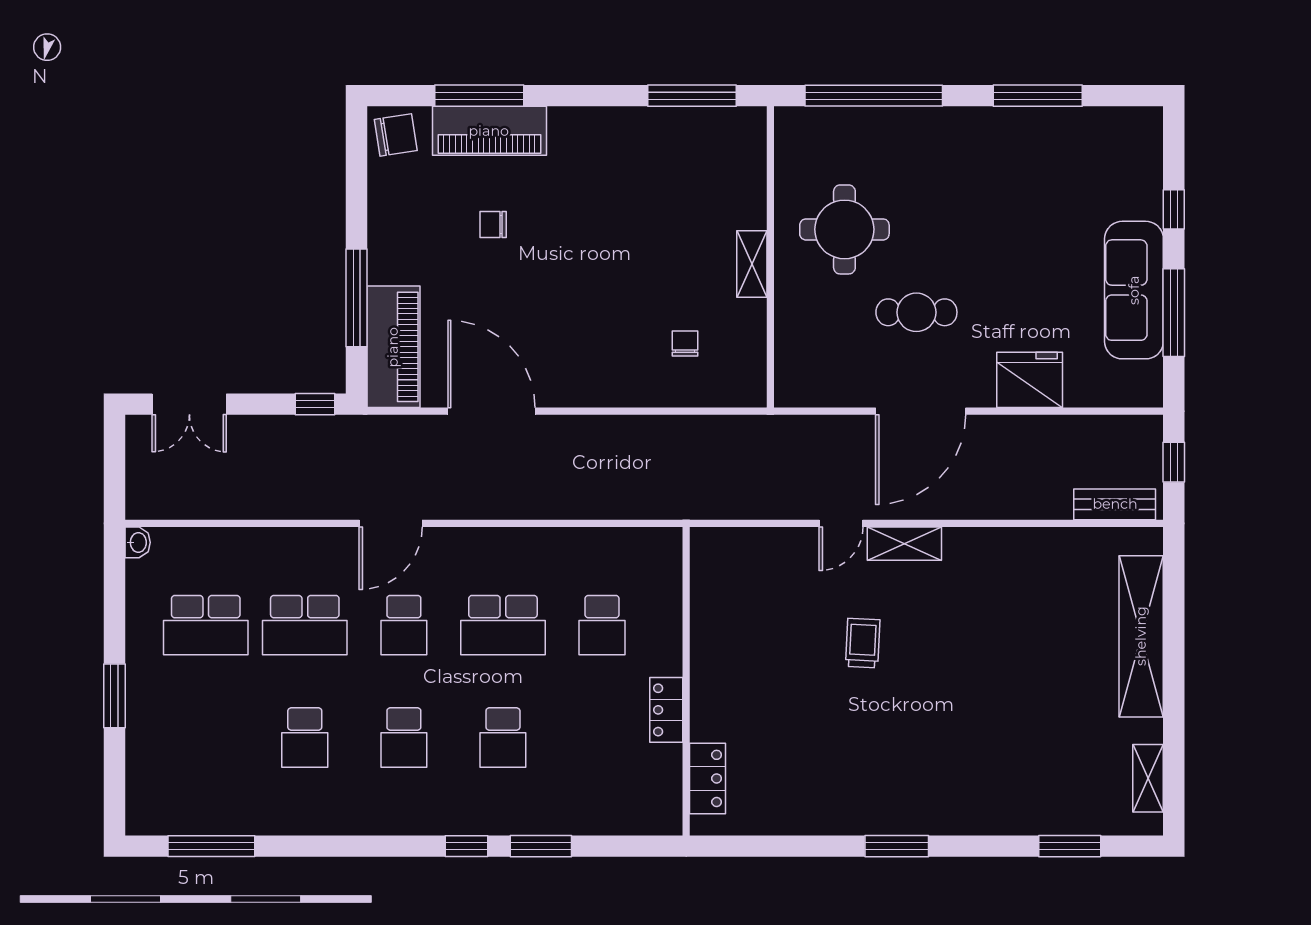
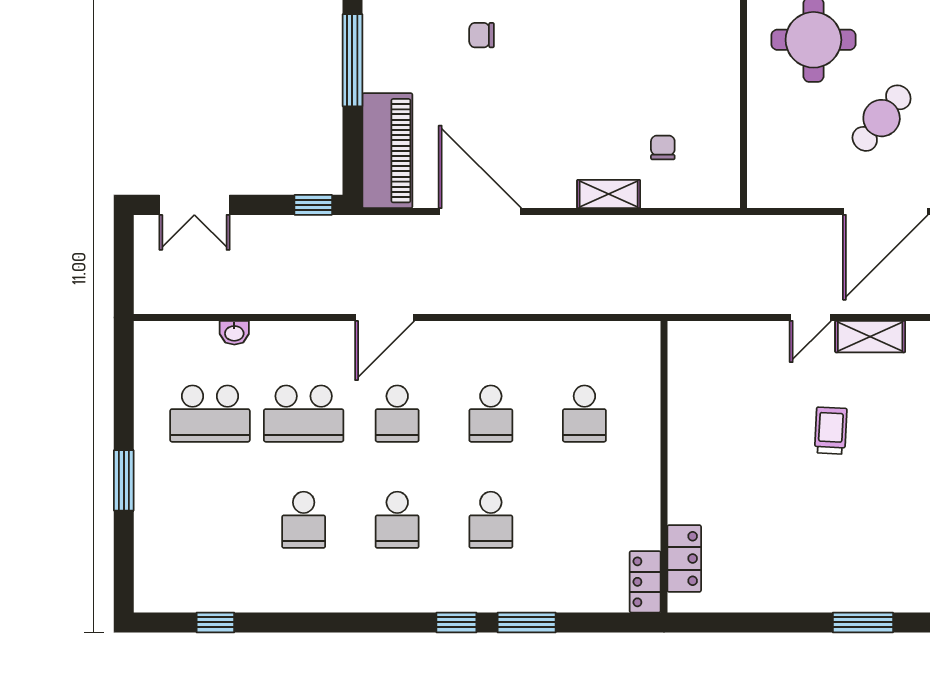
shelving: (752, 264) -> (609, 194), moved, turned 90
window: (357, 298) -> (352, 60), moved
cafe table: (916, 312) -> (882, 118), turned -51
washbasin: (138, 542) -> (234, 333), moved, turned 90
school desk: (503, 625) -> (491, 414), width x0.54
locker: (666, 710) -> (645, 582), moved
window: (211, 846) -> (215, 622), width x0.46

